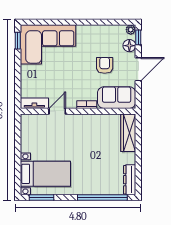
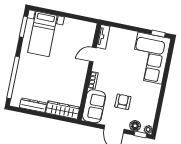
armchair: (105, 65) -> (123, 102), turned -90
door: (57, 111) -> (93, 55), swing flipped
dresser: (130, 180) -> (33, 105), moved

